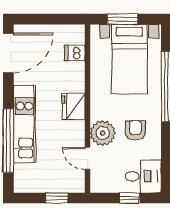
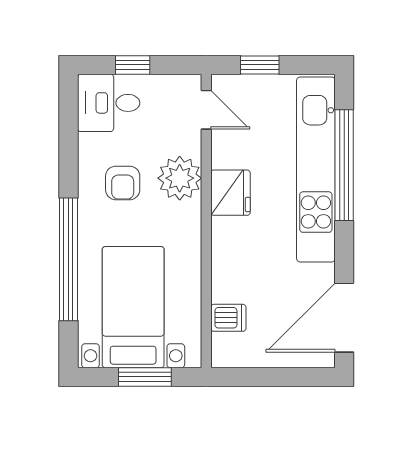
fridge: (74, 106) -> (230, 193), moved
kitchen unit: (25, 124) -> (316, 169), width x1.36
door: (87, 158) -> (206, 110), moved

